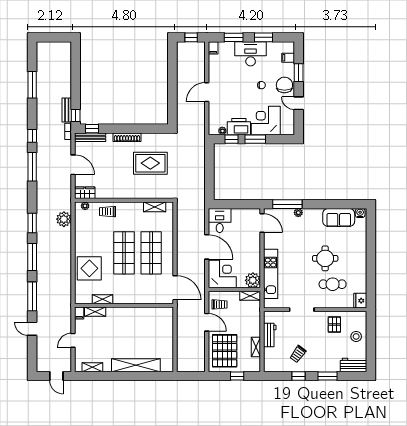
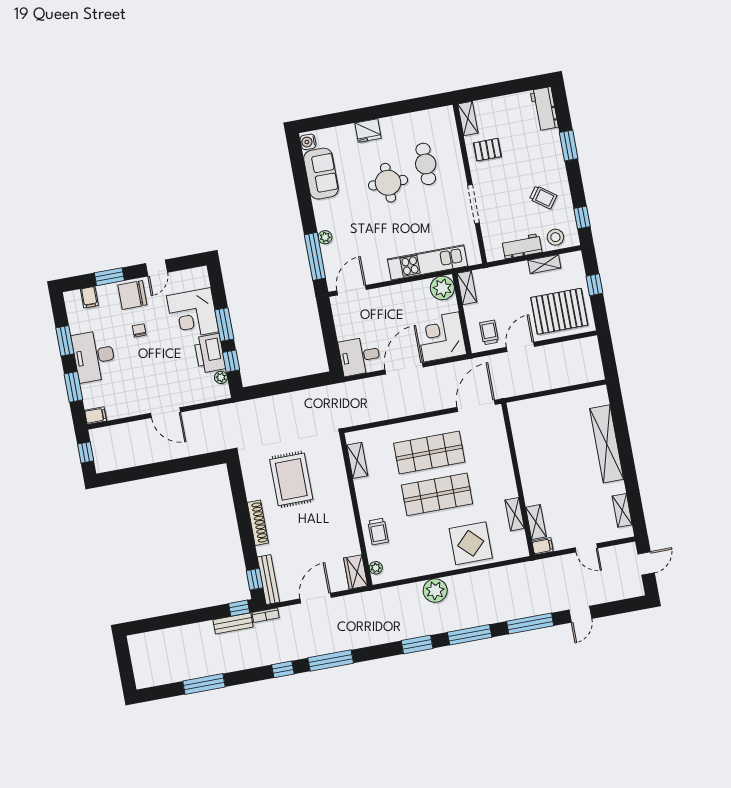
plant: (64, 219) -> (435, 591), moved
fridge: (360, 301) -> (368, 131), moved
shelving: (356, 316) -> (468, 119), added
stool: (356, 336) -> (555, 237), moved
window: (299, 376) -> (582, 218), moved

